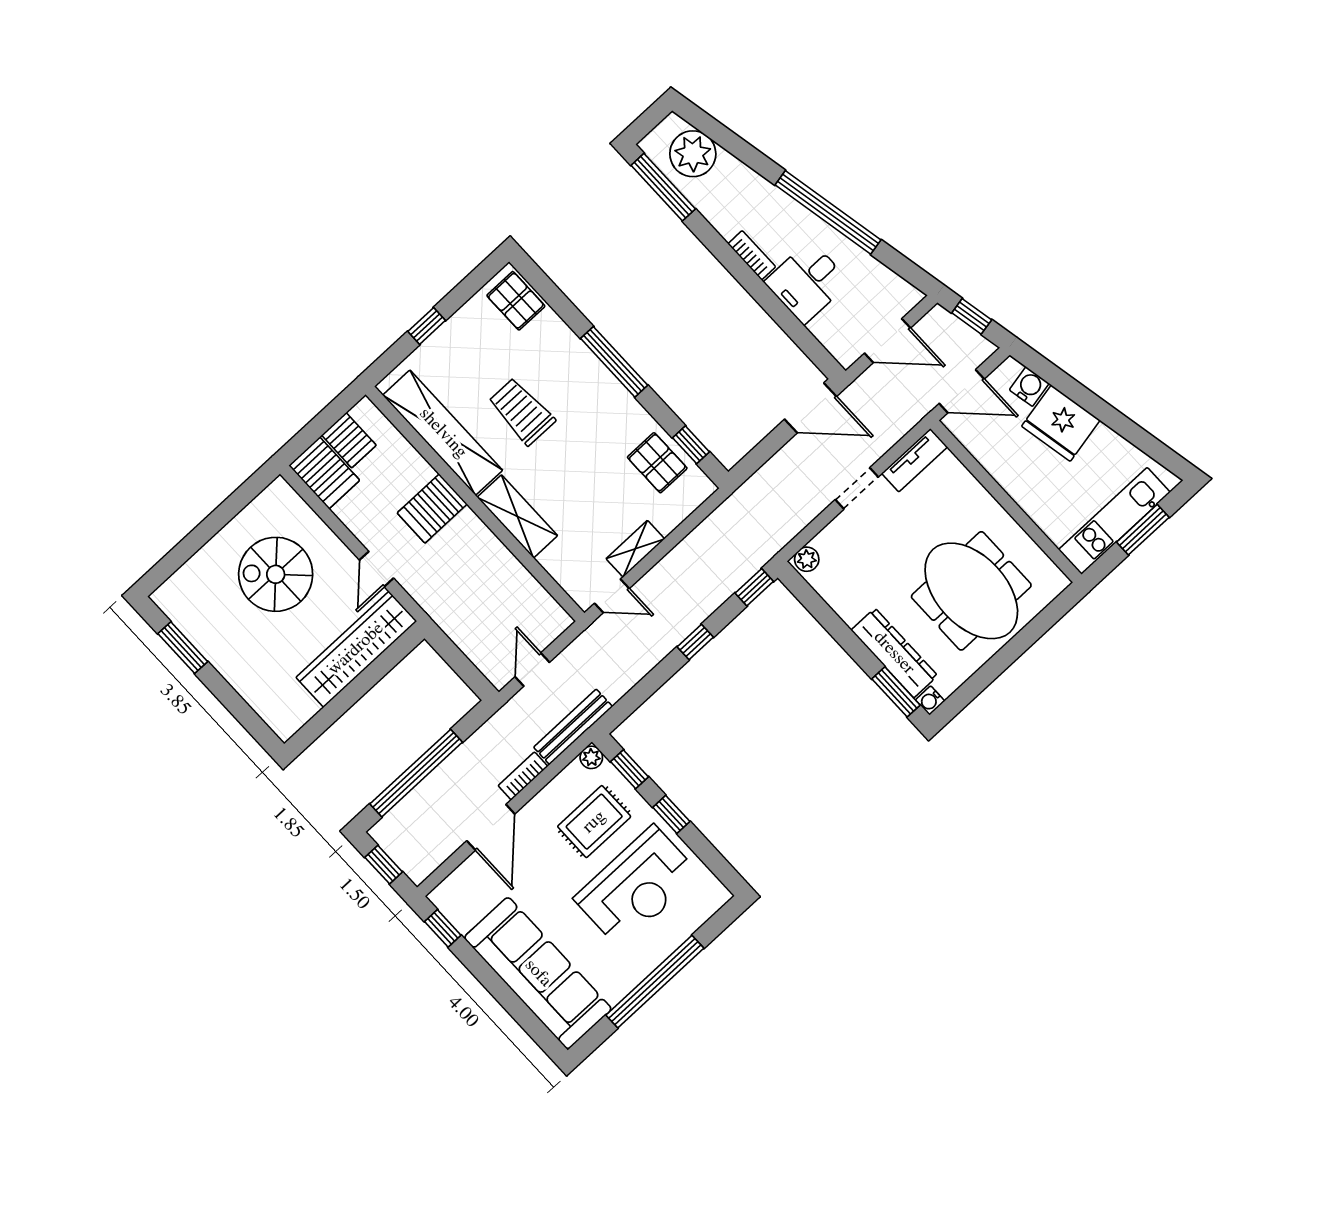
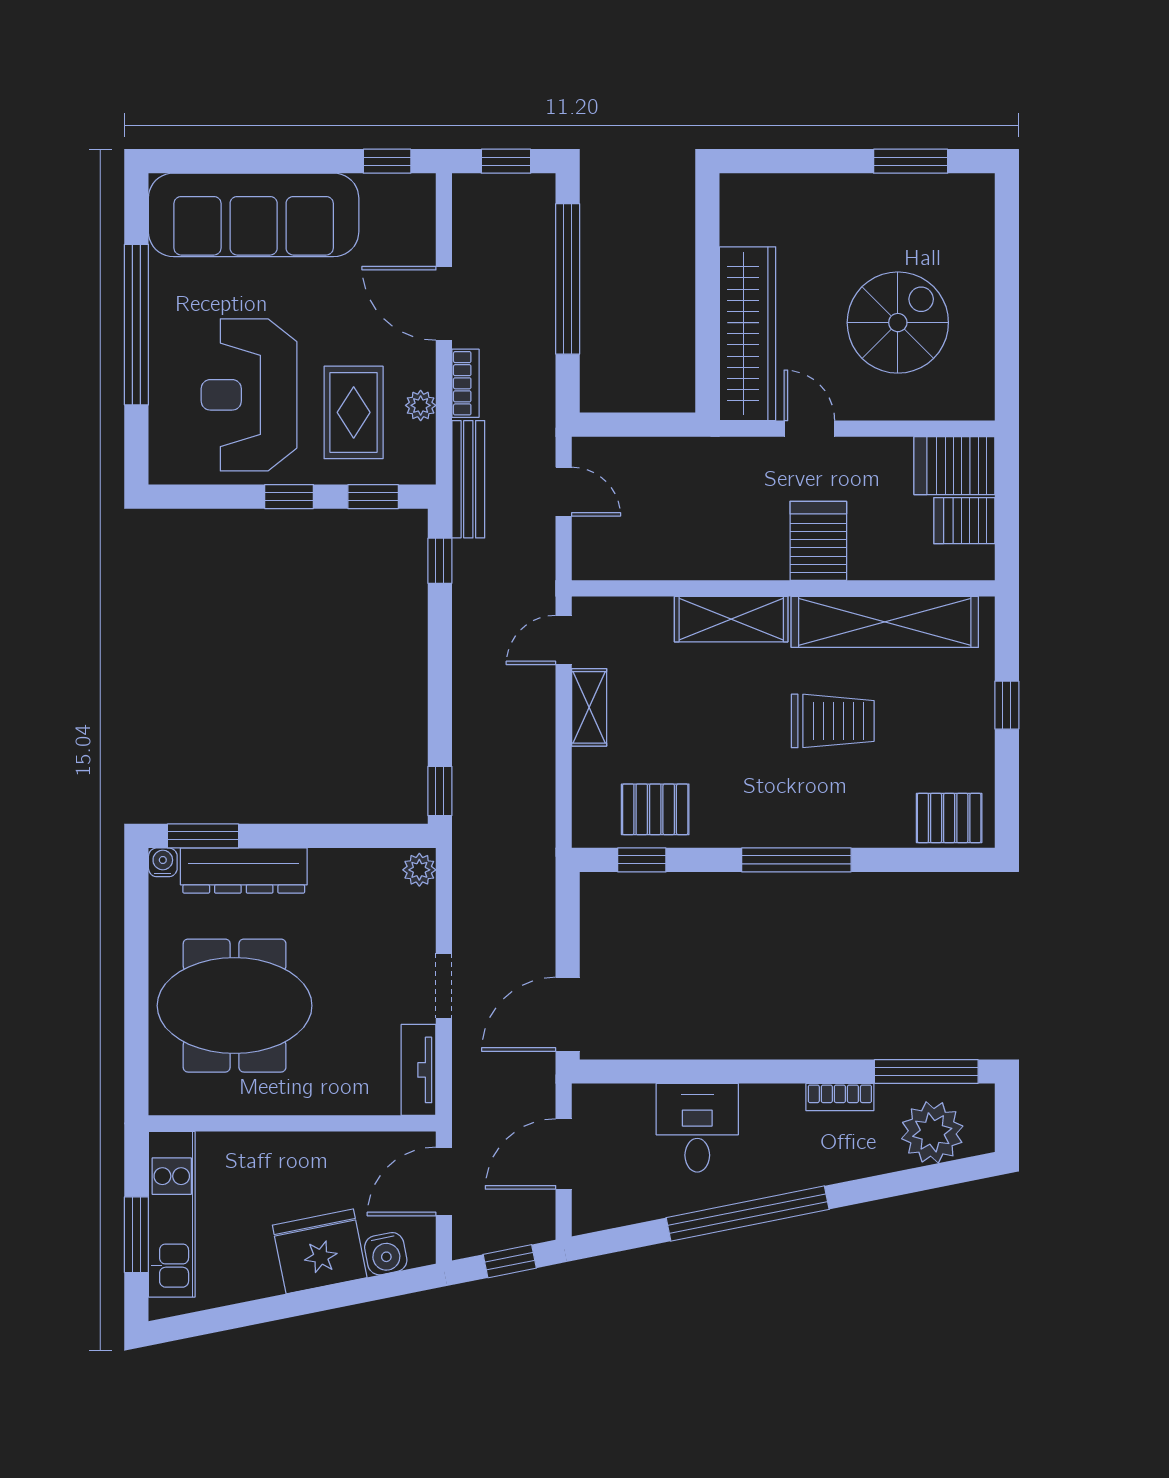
bookcase: (752, 255) -> (840, 1097), moved
window: (695, 642) -> (440, 561), moved
plant: (591, 757) -> (421, 405), moved

